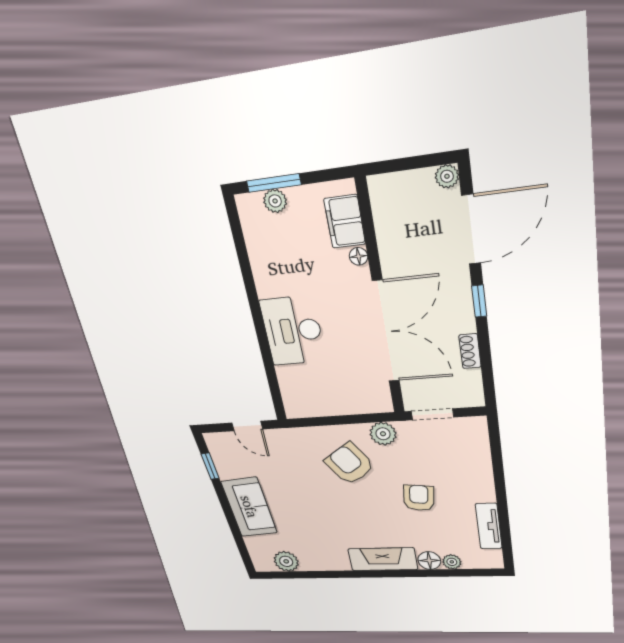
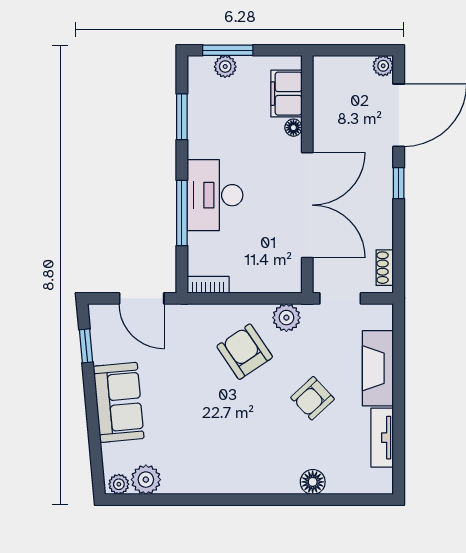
window: (243, 259) -> (182, 117), added
window: (265, 350) -> (182, 213), added
shoe rack: (470, 351) -> (385, 268), moved
bookcase: (304, 411) -> (208, 285), added
door: (247, 426) -> (142, 298), width x1.38
armchair: (419, 498) -> (313, 398), turned -140
fireplace: (383, 559) -> (378, 368), moved, turned -90
plant: (452, 562) -> (119, 484), moved

